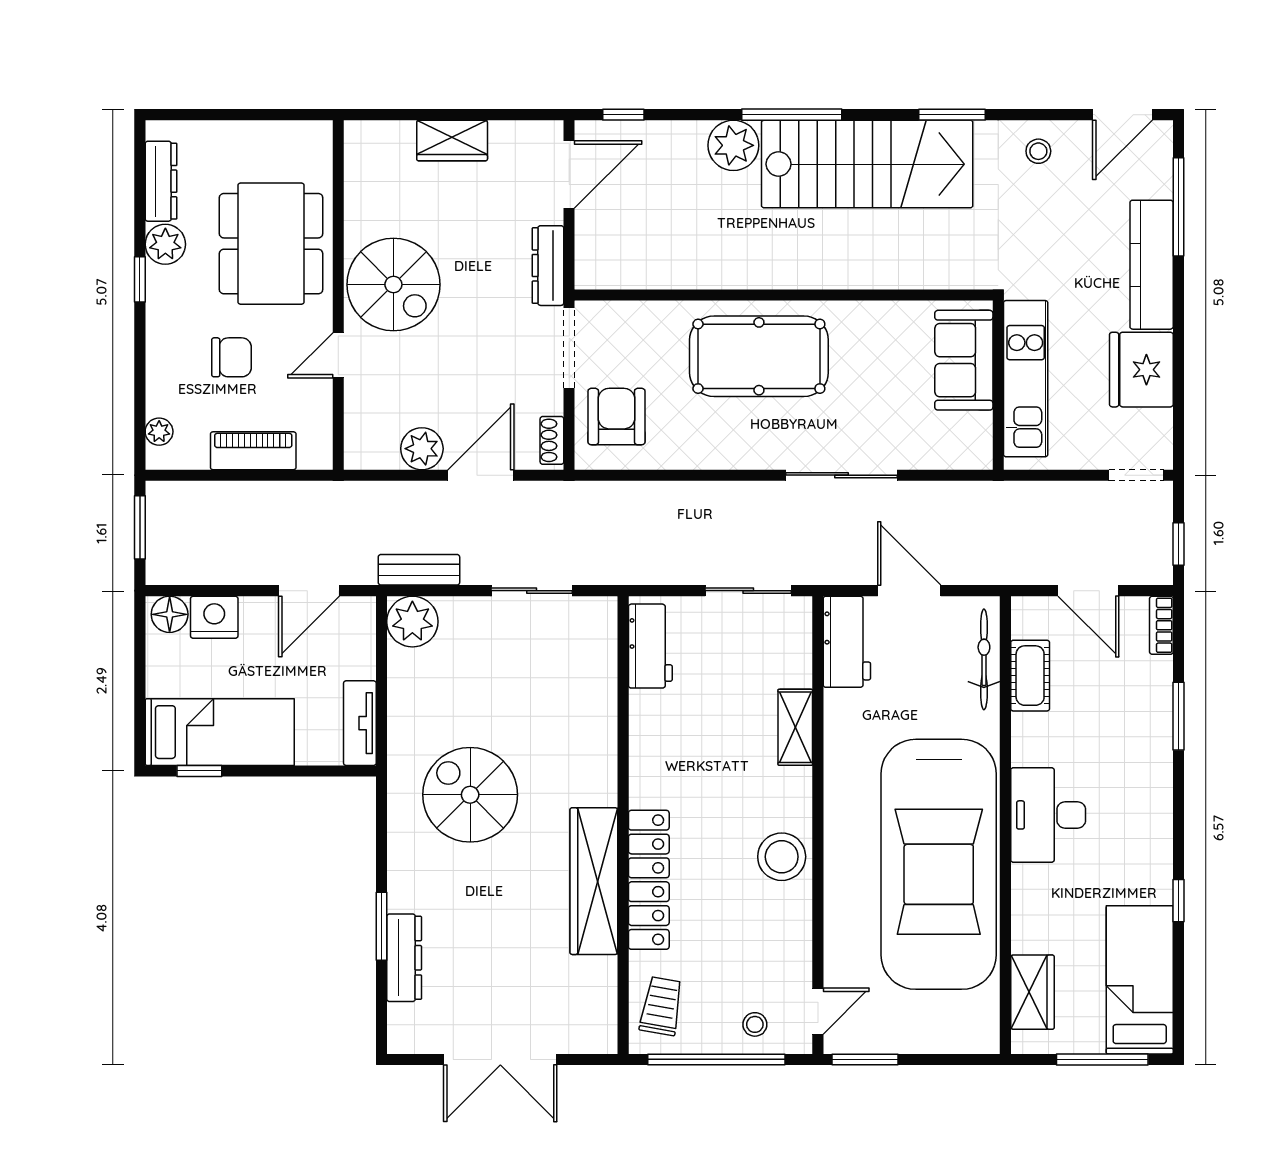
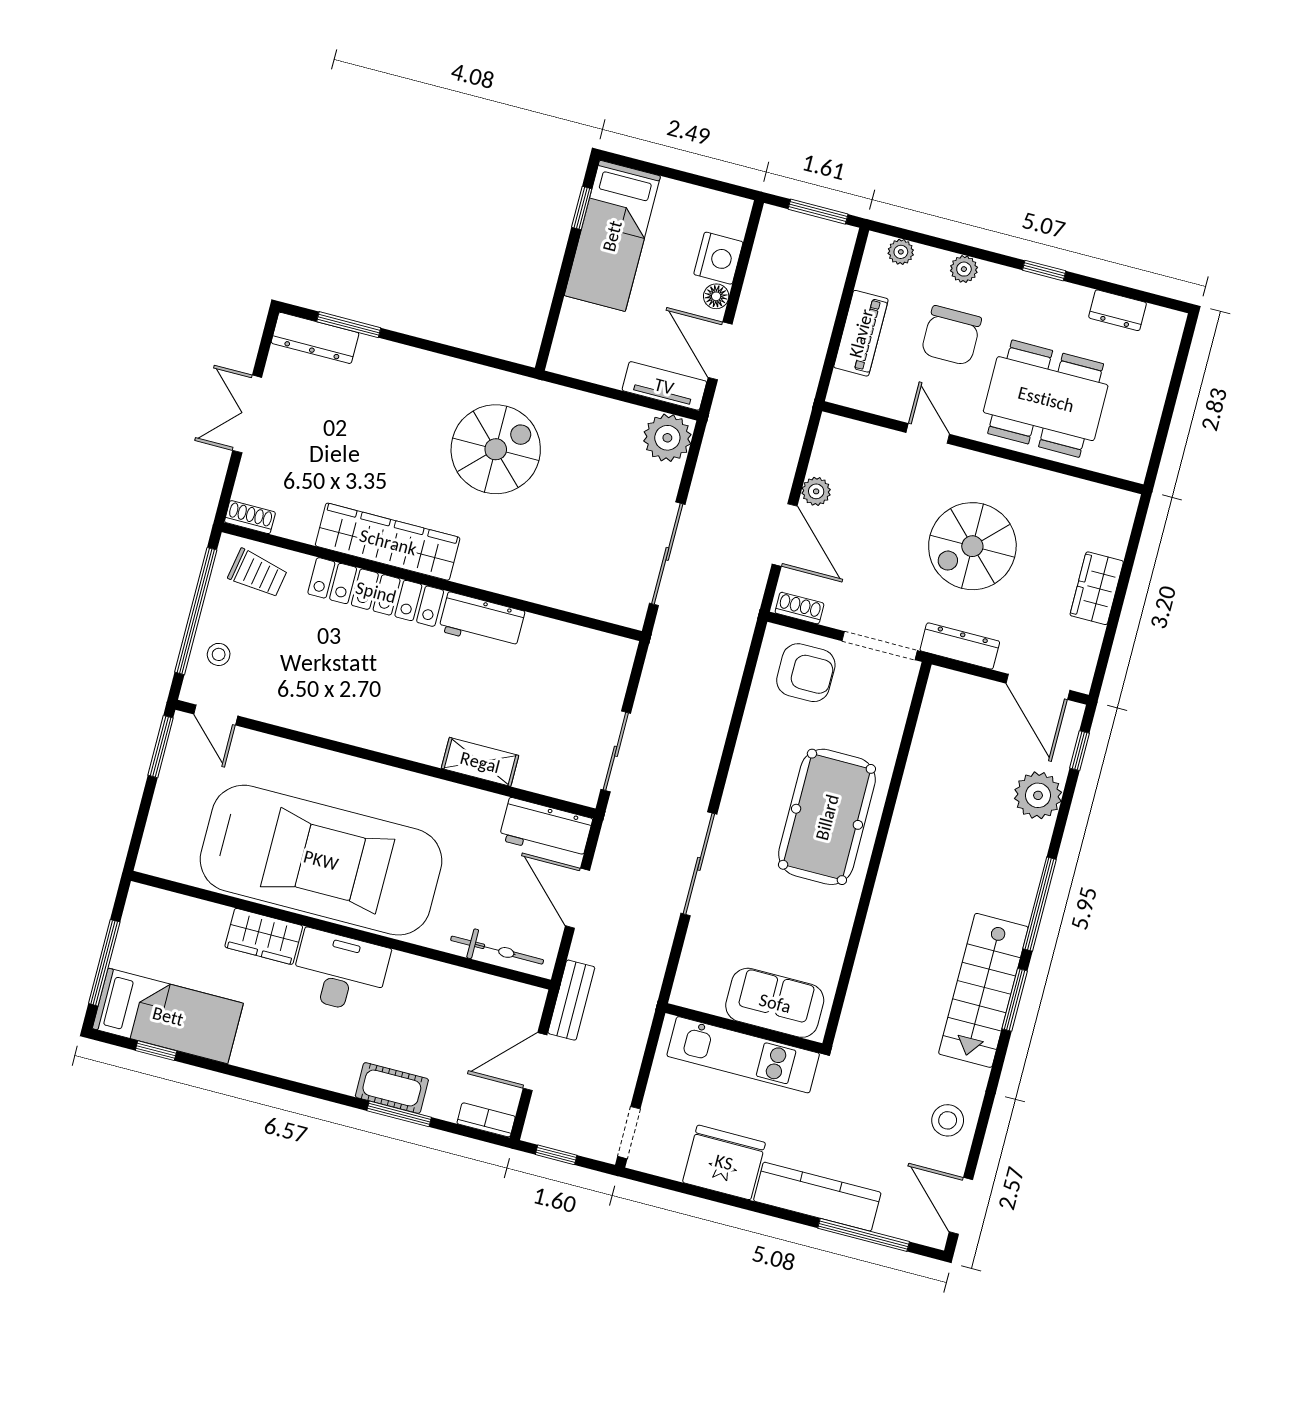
window: (952, 115) -> (1015, 1000), moved
plant: (733, 145) -> (1038, 795), moved
stool: (1038, 151) -> (948, 1120), width x1.37, depth x1.37
stairs: (867, 164) -> (983, 990), width x0.73, depth x0.66
dresser: (161, 181) -> (1118, 310), width x0.70
plant: (165, 244) -> (964, 269), moved, width x0.73, depth x0.73
spiral stairs: (393, 285) -> (972, 546), moved
chair: (232, 357) -> (951, 336), width x1.37, depth x1.37
plant: (422, 449) -> (816, 491), width x0.73, depth x0.73
bench: (419, 570) -> (571, 1000), moved
sliding door: (532, 591) -> (667, 554), width x1.37
door: (909, 591) -> (578, 898), swing flipped
floor lamp: (170, 614) -> (716, 296), moved, width x0.73, depth x0.73
workbench: (650, 646) -> (482, 621), moved
cot: (1030, 676) -> (392, 1088), moved
tv unit: (360, 723) -> (664, 386), moved
stool: (782, 857) -> (365, 719), removed
car: (939, 864) -> (321, 860), turned 180
window: (1178, 901) -> (156, 1051), moved
window: (382, 926) -> (349, 325), moved
dresser: (404, 958) -> (315, 338), moved
wardrobe: (1032, 992) -> (264, 936), moved
shoe rack: (606, 1029) -> (250, 517), added
double door: (500, 1059) -> (247, 414), width x0.73

